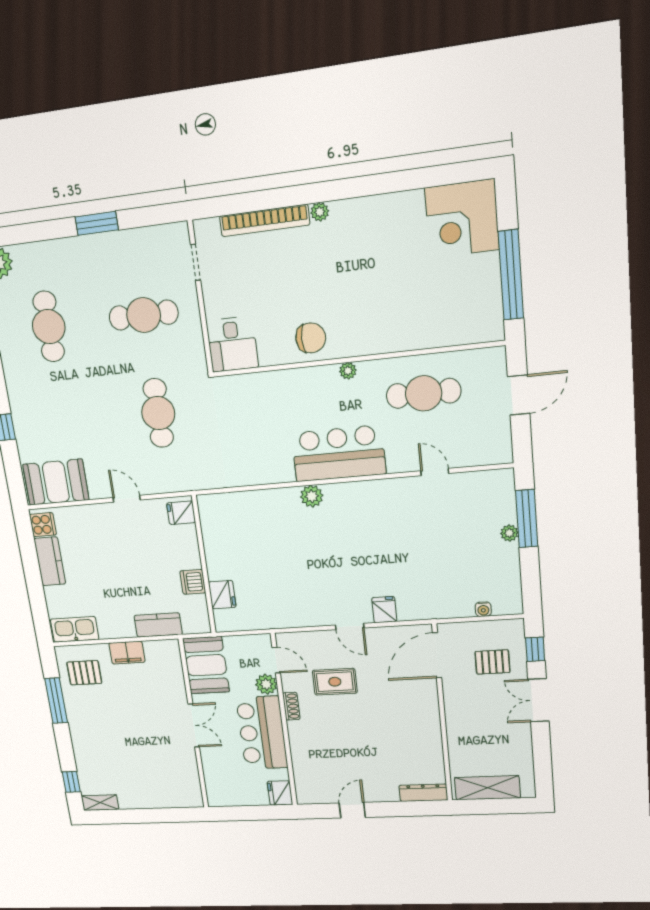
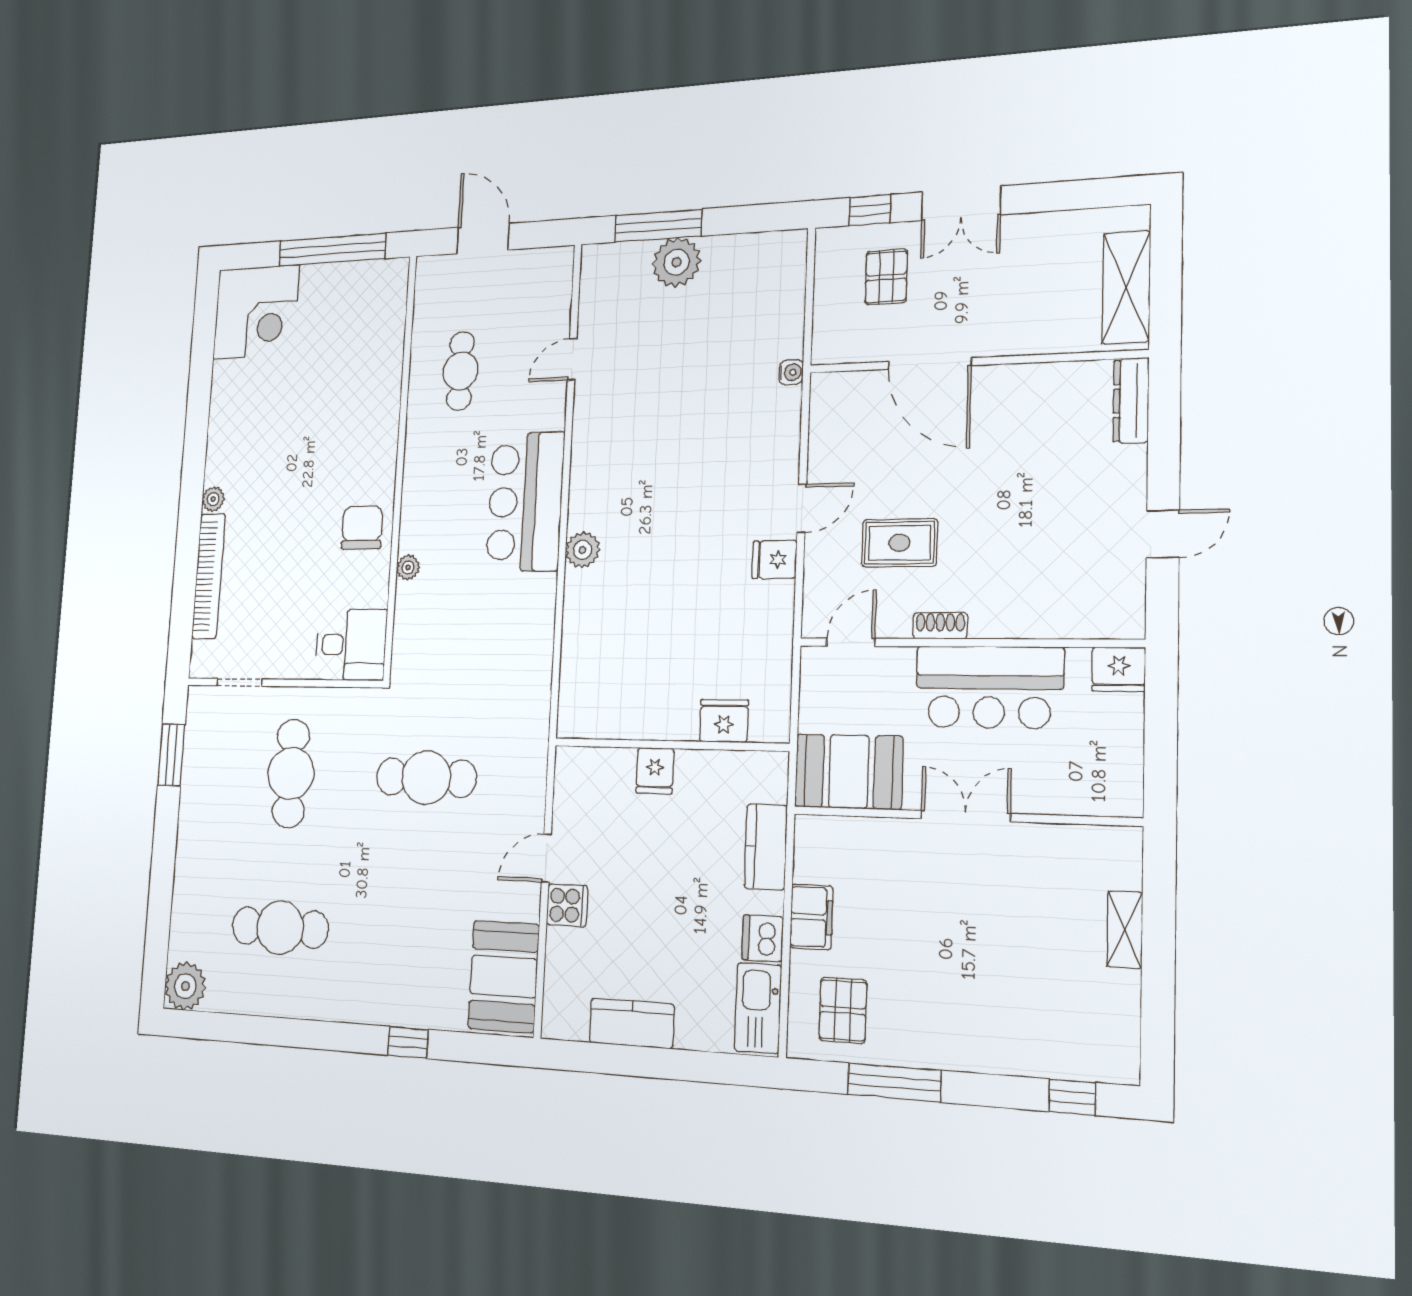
window: (97, 223) -> (171, 755), moved
plant: (348, 371) -> (408, 567), moved
cafe table: (424, 393) -> (460, 371), width x0.73, depth x0.74
fridge: (181, 513) -> (655, 771), moved
cooker: (43, 525) -> (567, 905), moved, turned 90
plant: (509, 533) -> (676, 262), width x1.88, depth x1.88
dishwasher: (193, 582) -> (763, 938), moved, turned 90
water cooler: (483, 609) -> (791, 372), moved
fridge: (384, 610) -> (774, 559), moved
door: (437, 655) -> (930, 364), moved
rug: (335, 682) -> (899, 543), turned 90
plant: (266, 684) -> (894, 666), removed
shelving: (100, 803) -> (1125, 930), moved
door: (352, 810) -> (1163, 534), swing flipped

